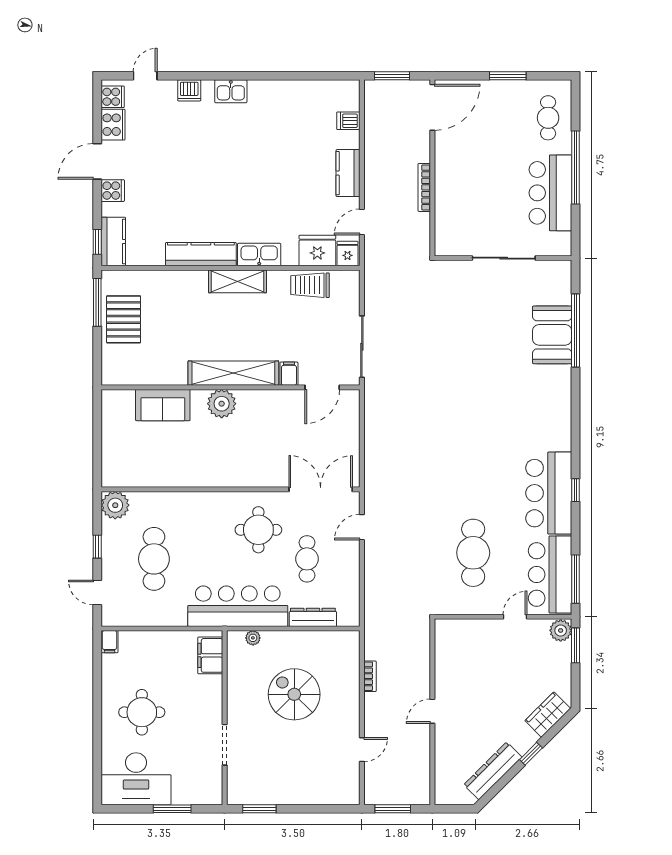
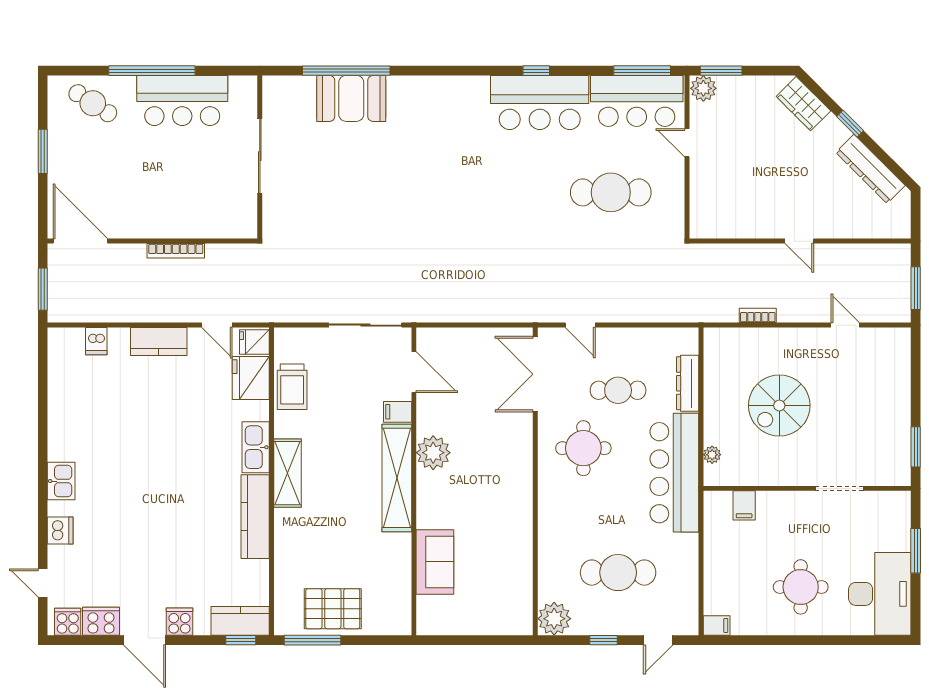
cafe table: (548, 118) -> (93, 103), turned 33
plant: (222, 404) -> (433, 453), moved
filing cabinet: (210, 655) -> (744, 505), width x0.50

